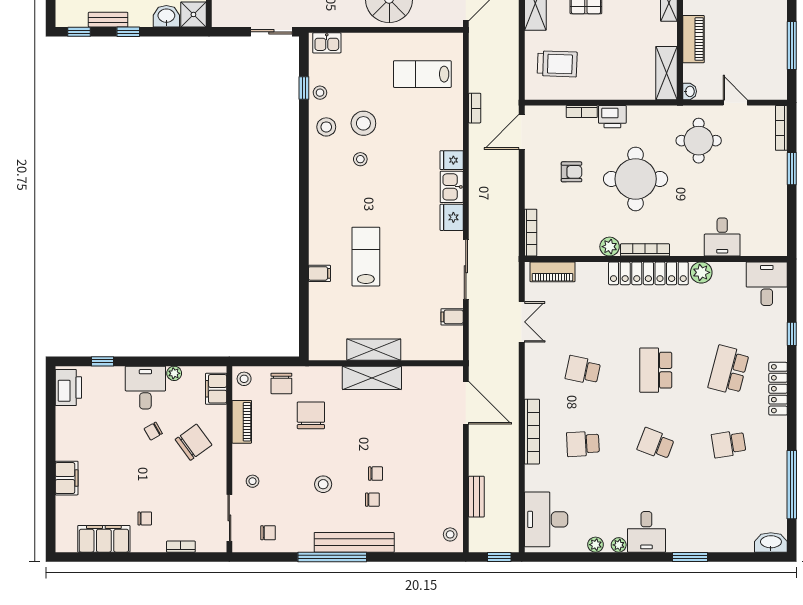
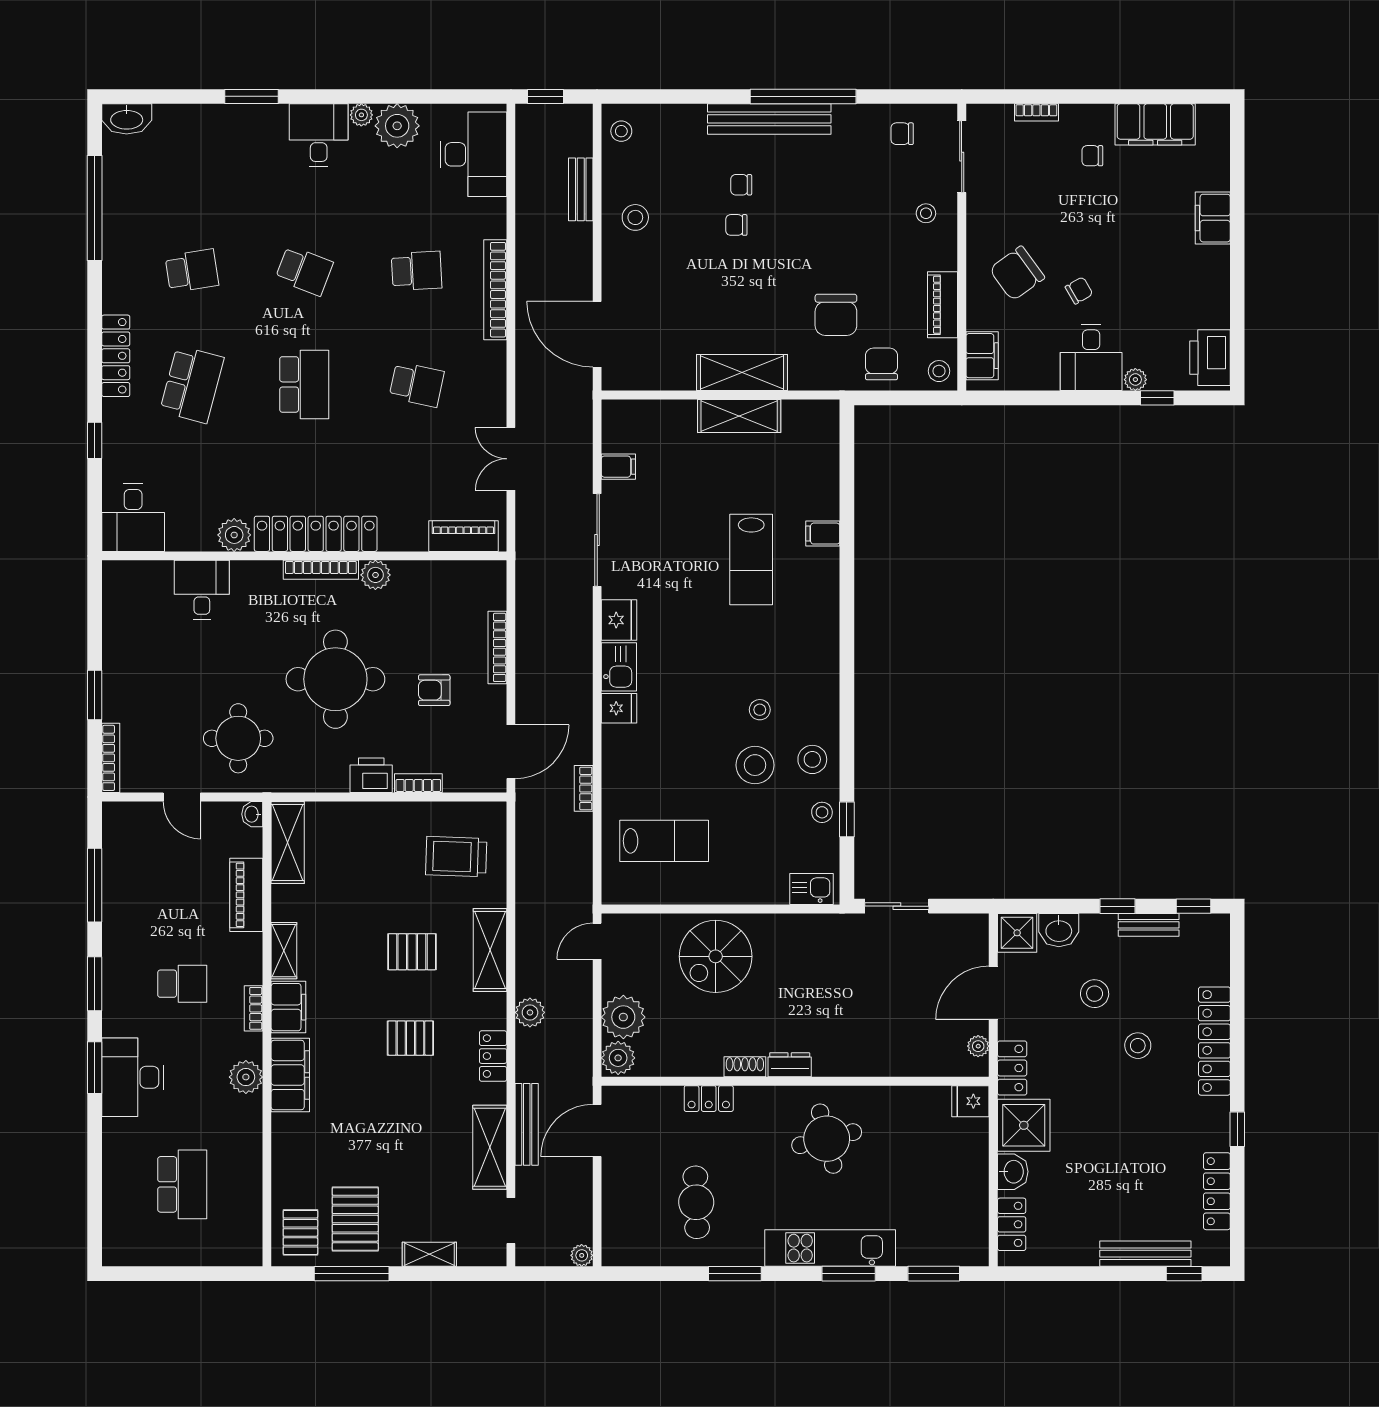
bookcase: (531, 233) -> (497, 647), moved
plant: (174, 373) -> (1135, 380), moved
stool: (323, 484) -> (635, 217), moved
plant: (596, 545) -> (397, 126), width x1.87, depth x1.87

